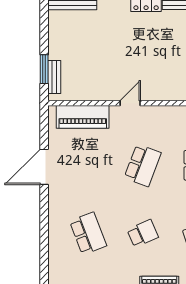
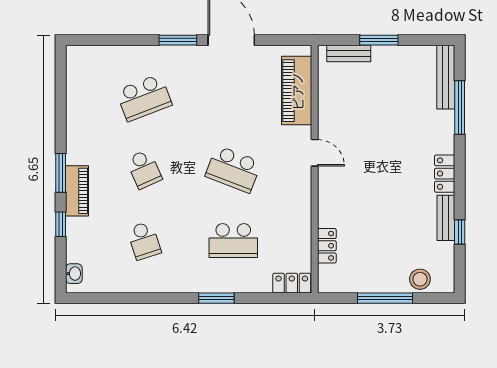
window: (44, 69) -> (379, 40), moved
window: (44, 208) -> (178, 40), added

